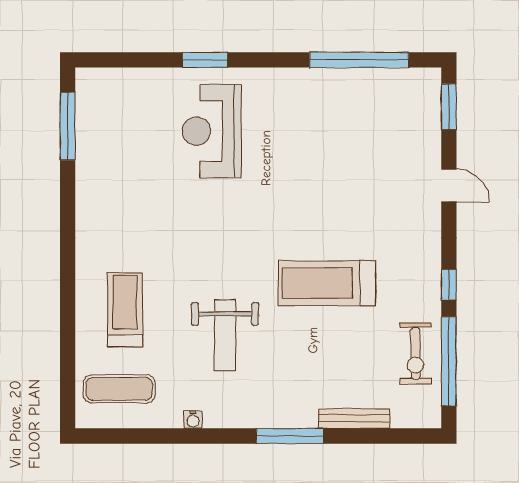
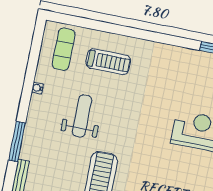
weight bench: (225, 335) -> (82, 116), turned 90

